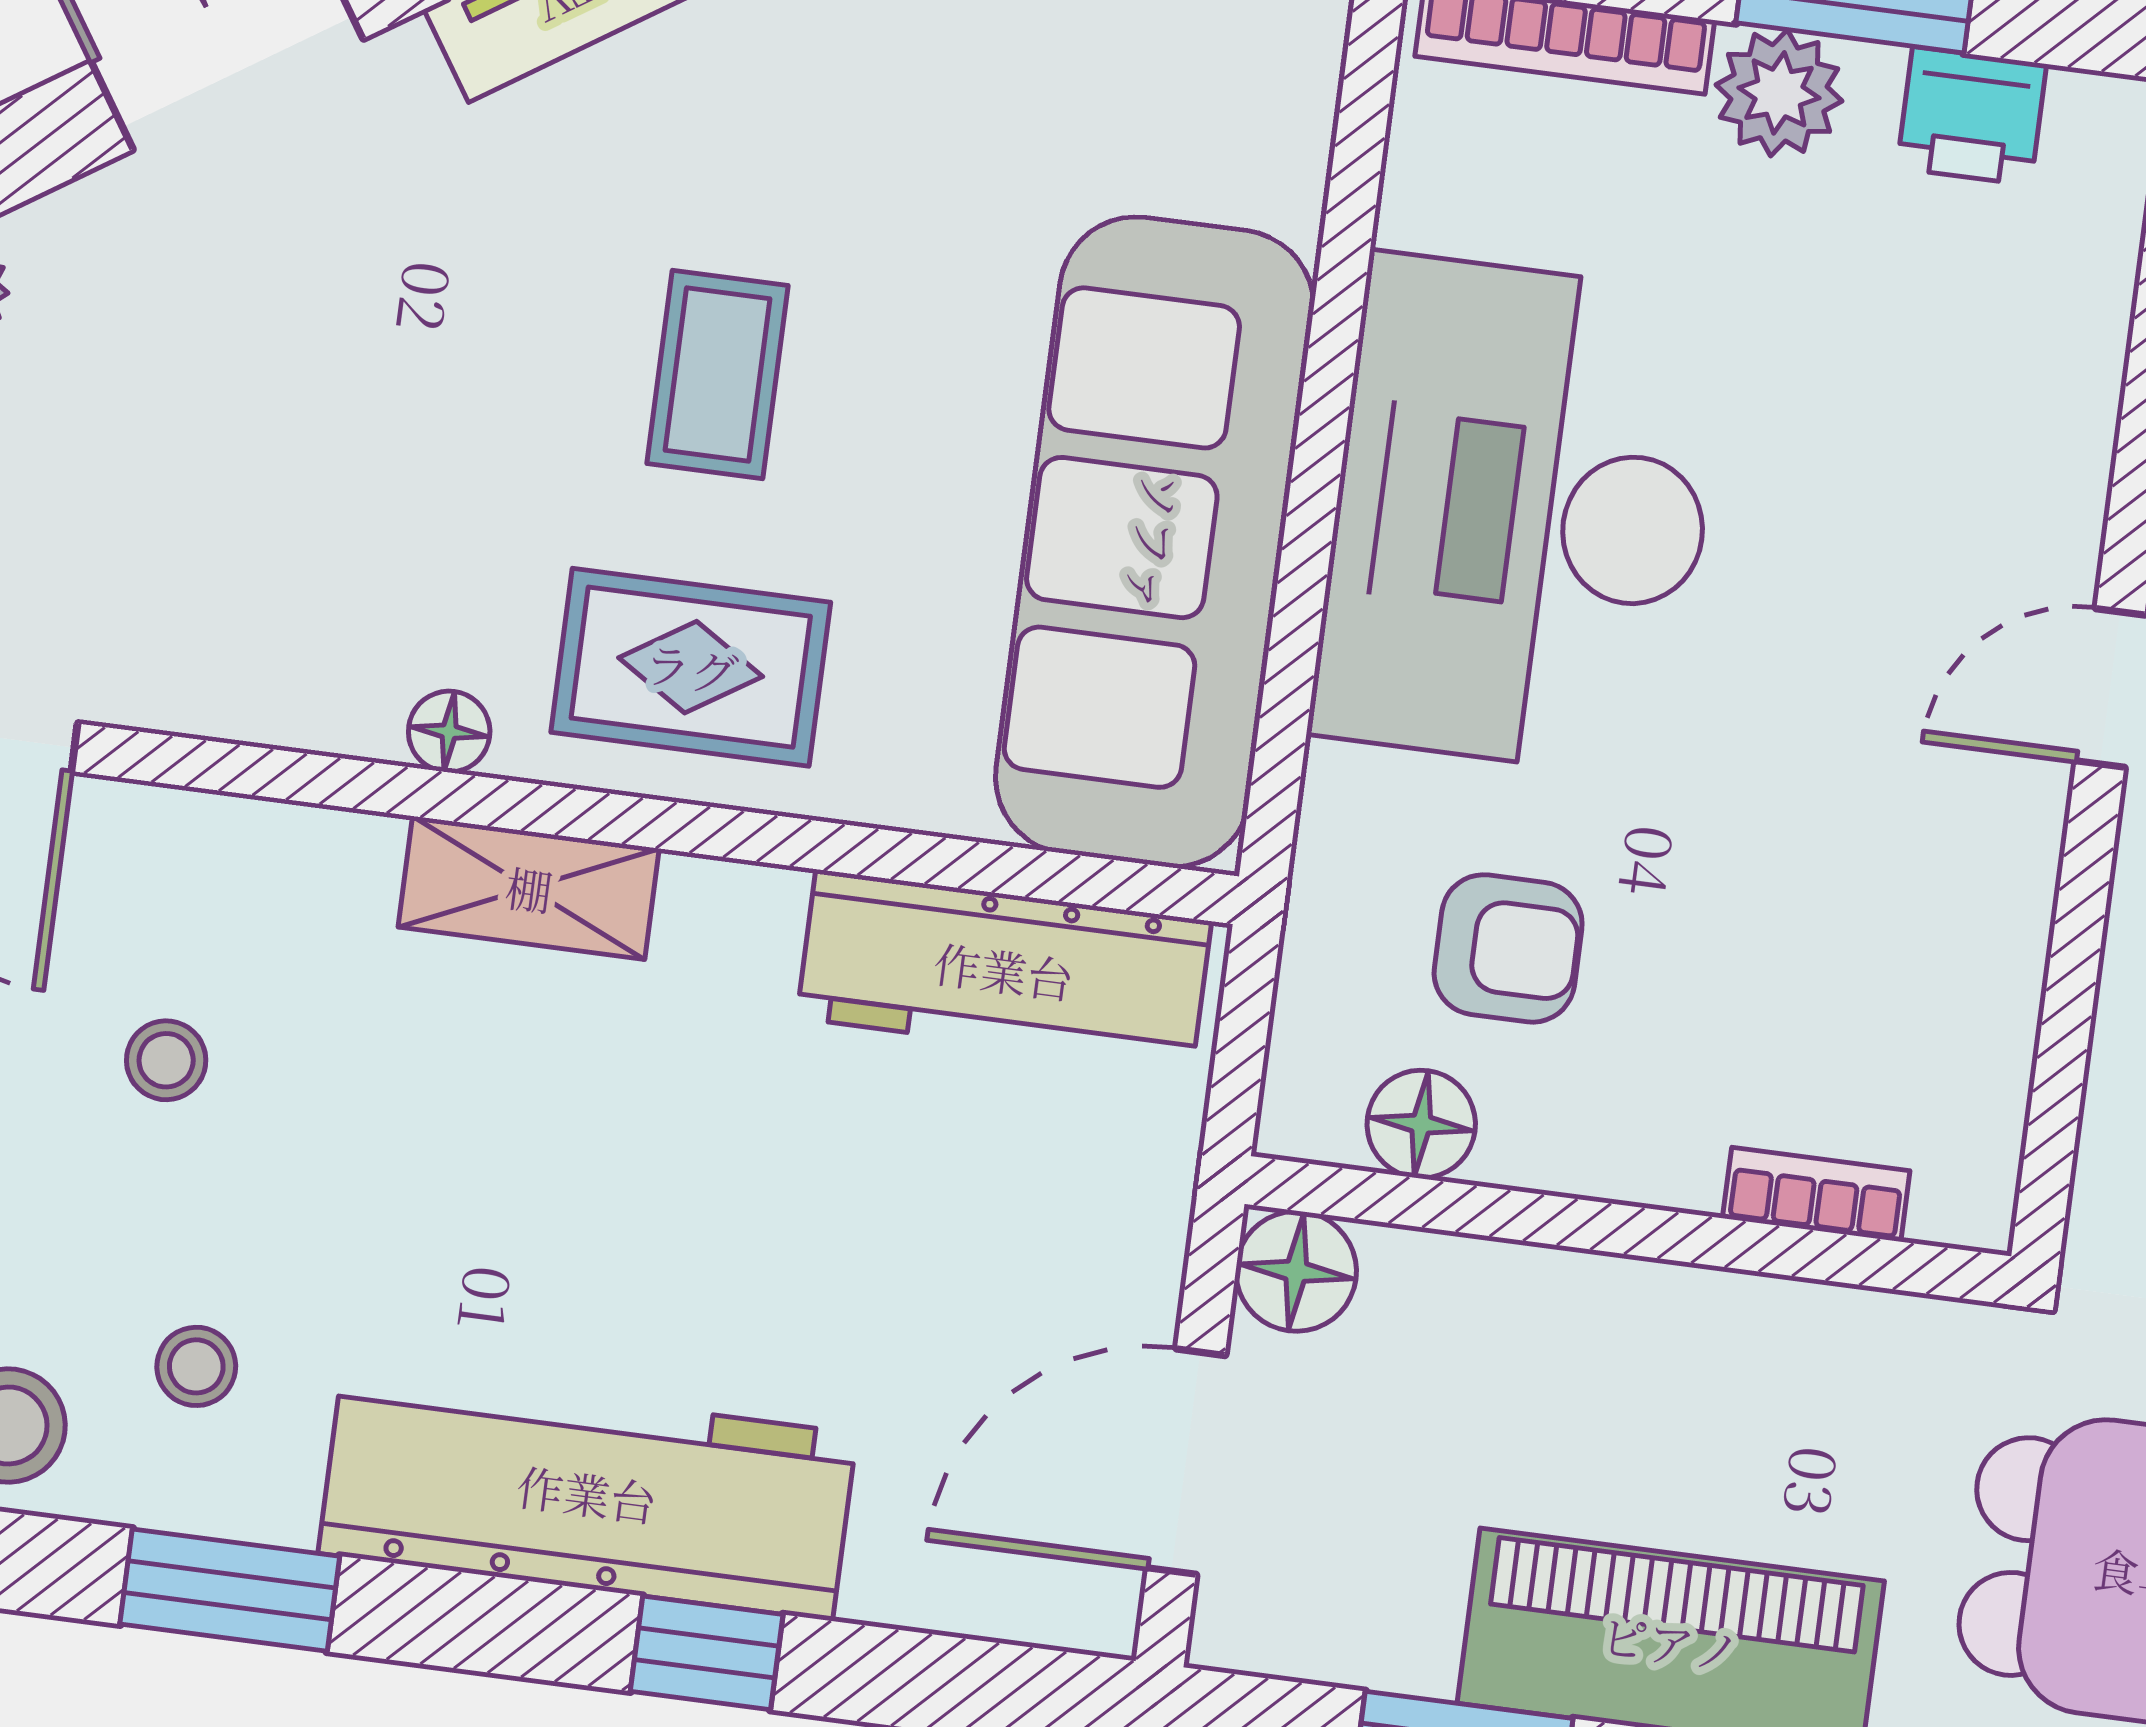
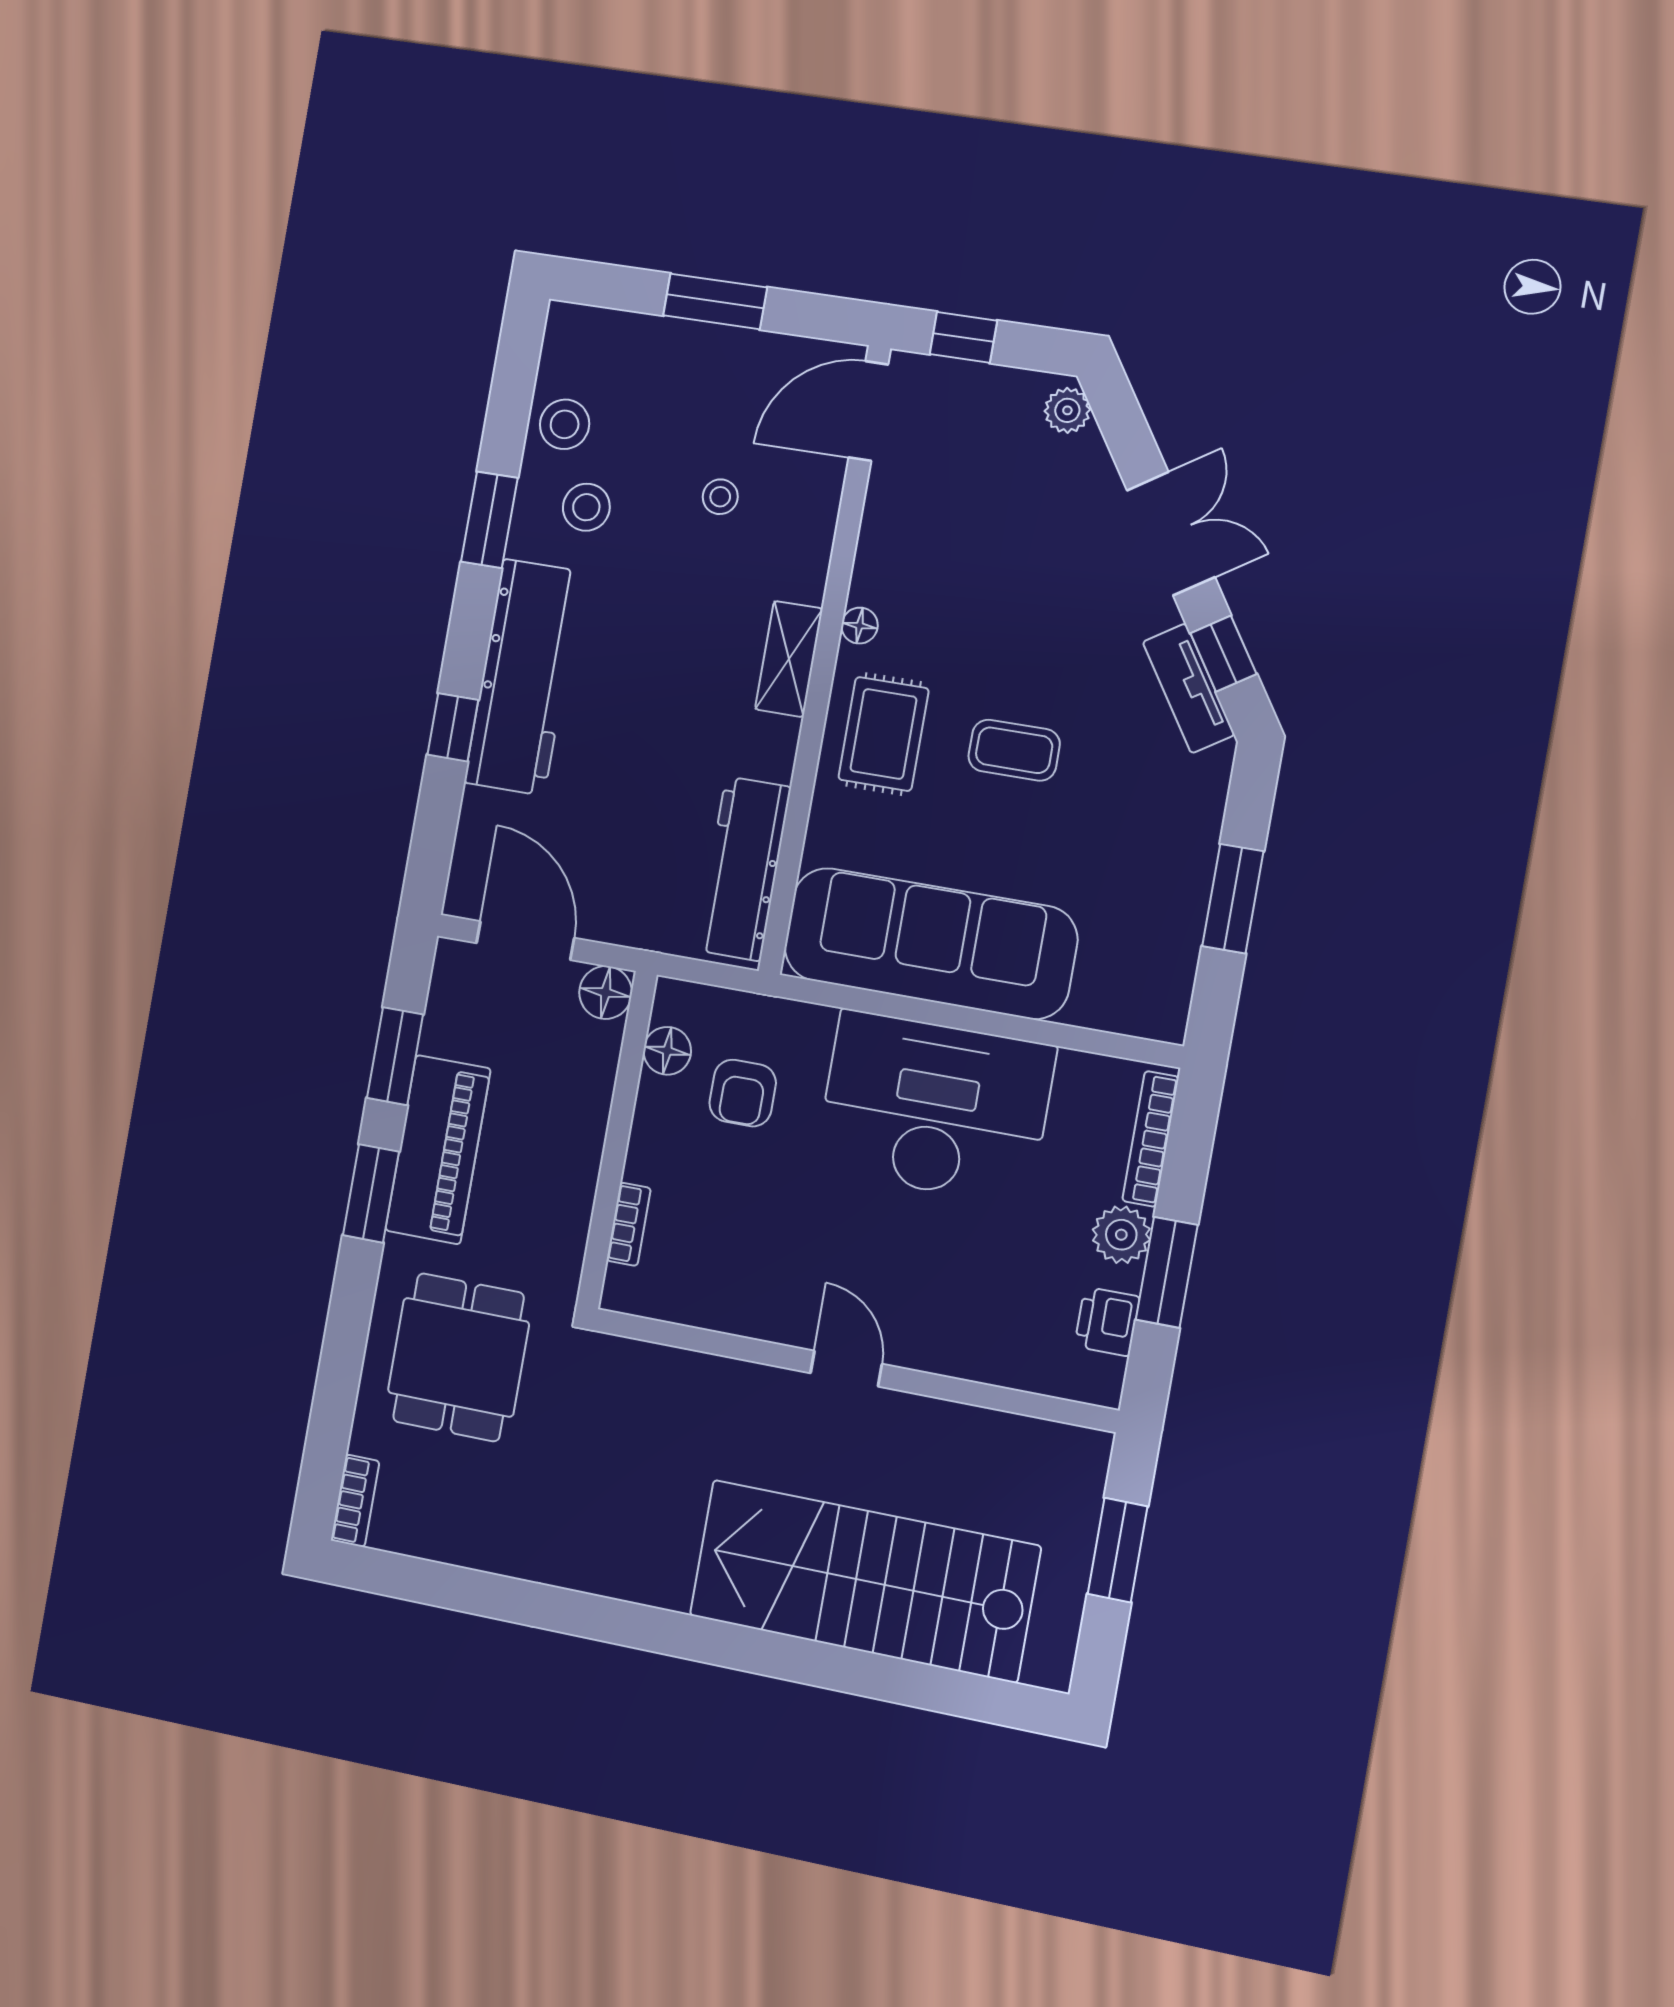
stool: (196, 1366) -> (586, 507), width x1.37, depth x1.37

